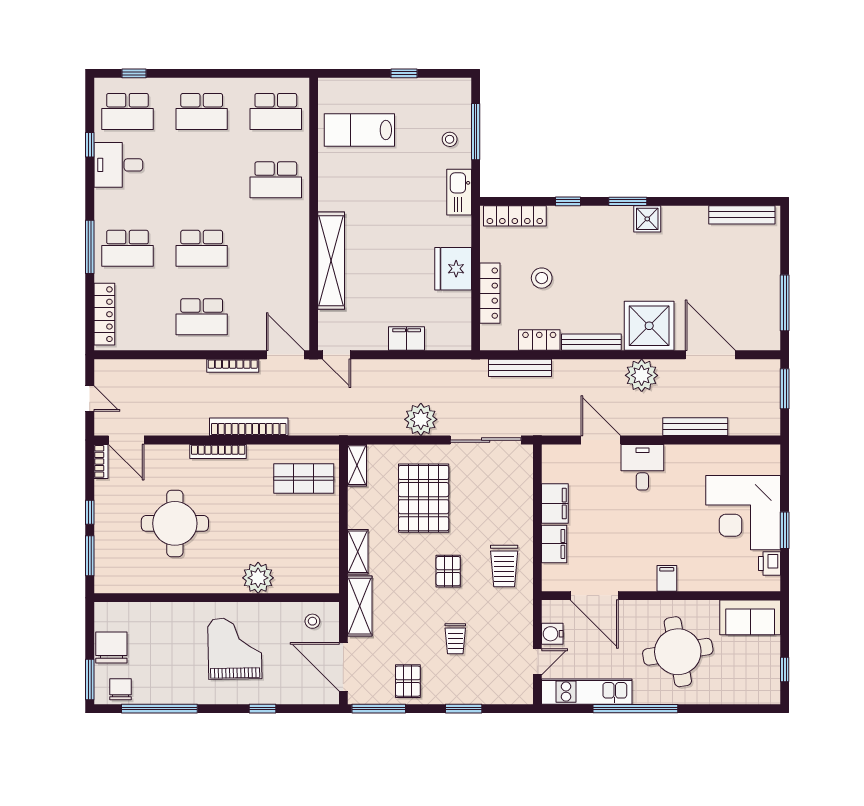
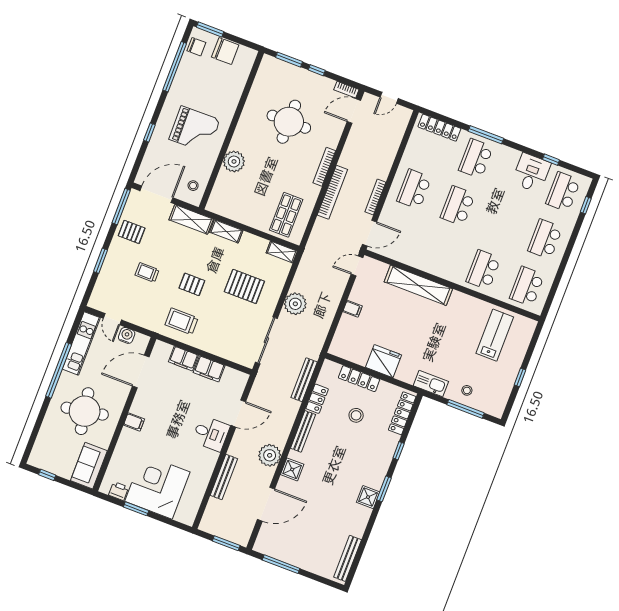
shower: (649, 326) -> (292, 469), width x0.54, depth x0.54
filing cabinet: (407, 339) -> (352, 309), width x0.50
pallet: (424, 498) -> (244, 286), width x0.73, depth x0.71

